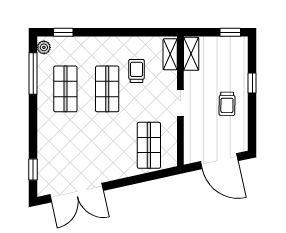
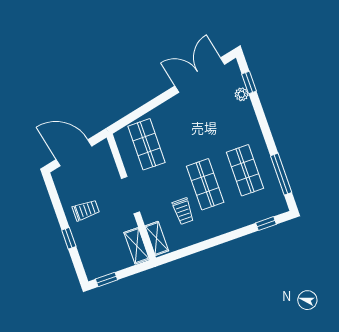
plant: (44, 47) -> (242, 94), moved
doorway: (180, 103) -> (130, 195), width x1.38
trolley: (227, 104) -> (86, 210), turned 89

